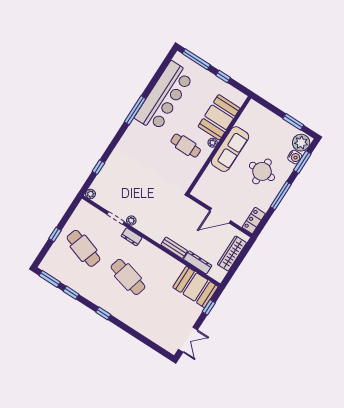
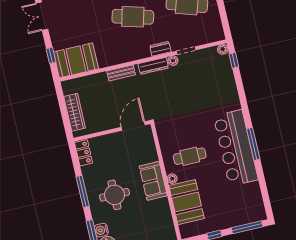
bar counter: (164, 97) -> (236, 148), moved
sofa: (230, 149) -> (153, 181), width x0.73
window: (98, 167) -> (234, 60), moved
door: (220, 216) -> (133, 126), moved
dresser: (198, 262) -> (153, 66), moved

